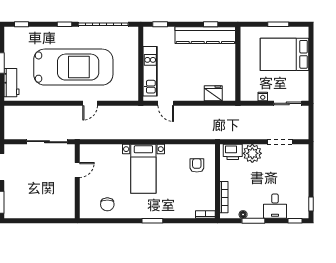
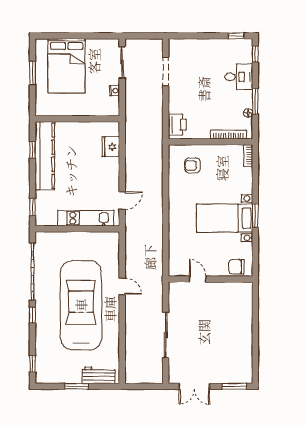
plant: (252, 153) -> (179, 102), removed
bed with nightstands: (143, 169) -> (225, 218), moved, turned 180
door: (77, 170) -> (198, 279), moved
wall: (77, 181) -> (210, 279), moved
chair: (107, 204) -> (237, 267), turned 180

